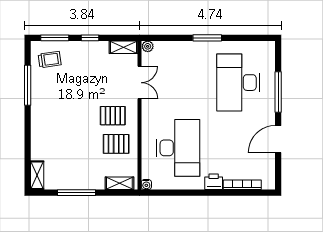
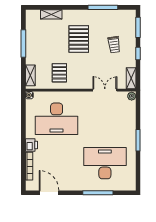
trolley: (50, 59) -> (114, 45), moved
double door: (139, 83) -> (105, 90), swing flipped
pallet: (113, 116) -> (79, 39), moved, width x1.50, depth x1.42
door: (278, 139) -> (49, 193), moved
shelving: (37, 175) -> (51, 14), moved

